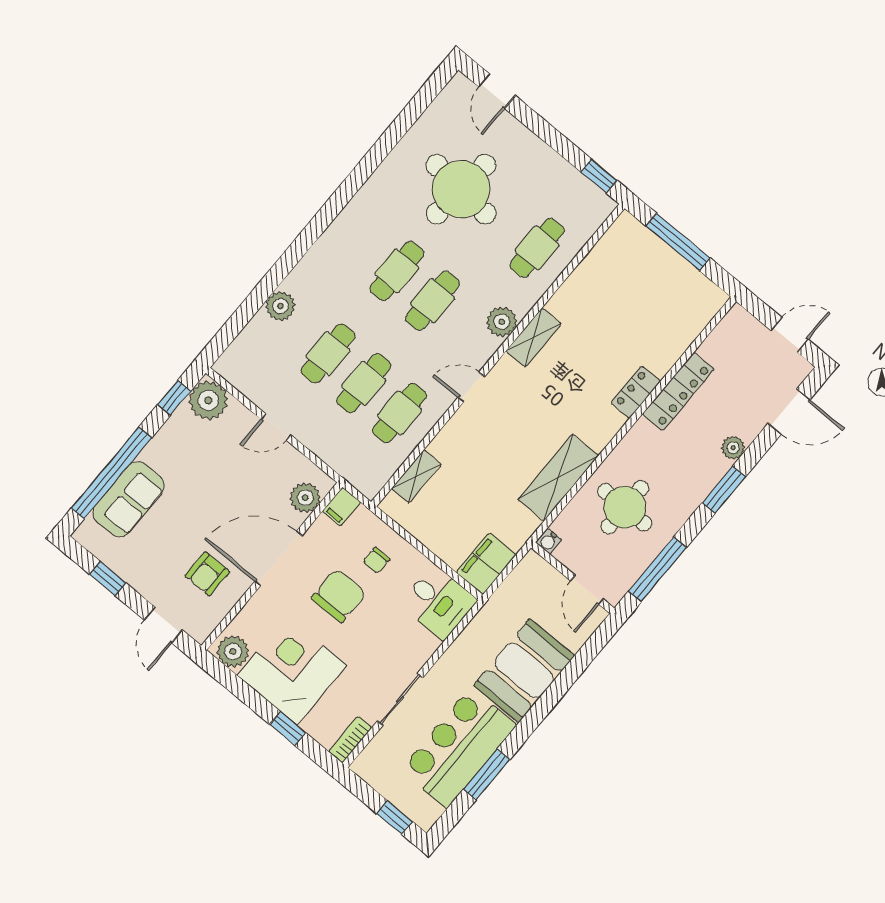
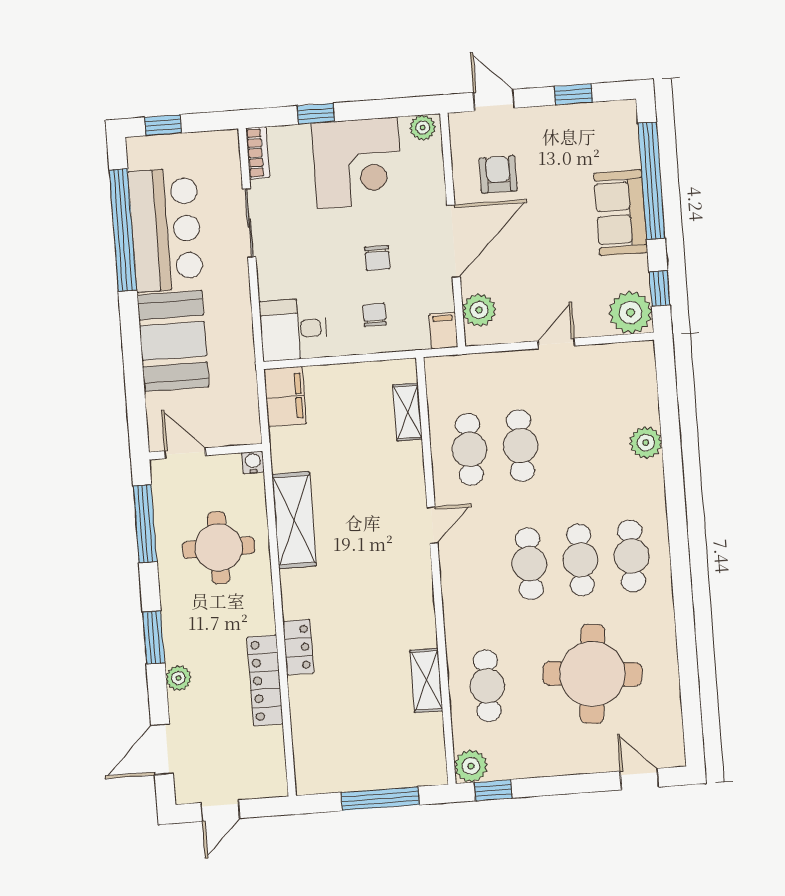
plant: (502, 322) -> (471, 766), moved
shelving: (534, 337) -> (426, 681), moved
cafe table: (328, 353) -> (632, 556), moved
sofa: (129, 499) -> (621, 213), moved
chair: (339, 596) -> (377, 258), width x0.54, depth x0.54
plant: (233, 651) -> (423, 128), width x0.73, depth x0.73
window: (487, 774) -> (123, 230), width x2.11

